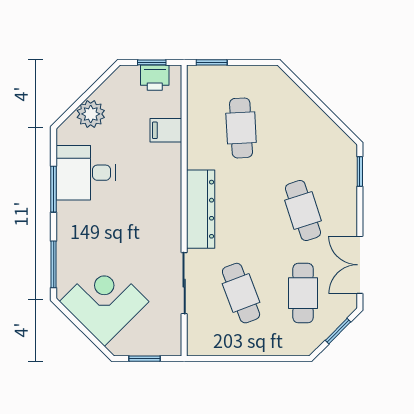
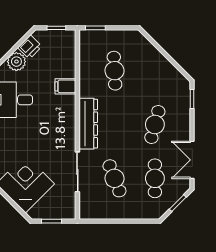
printer: (155, 78) -> (30, 47), moved, turned -45
filing cabinet: (166, 130) -> (65, 86), moved
cafe table: (303, 211) -> (155, 124), turned 33

